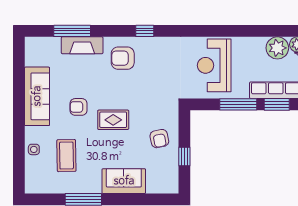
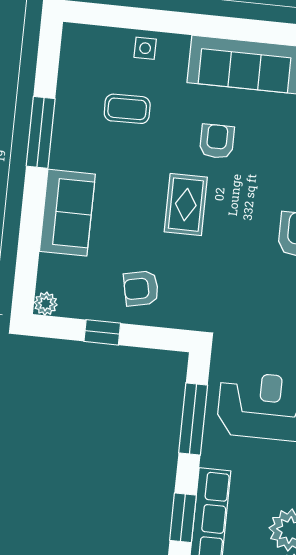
window: (238, 104) -> (193, 419), moved
coffee table: (66, 156) -> (127, 109), width x0.73, depth x0.77
plant: (172, 188) -> (46, 304), added

